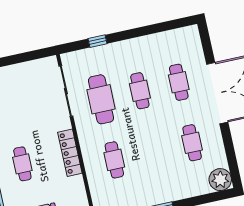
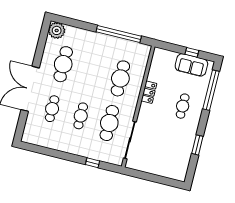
cafe table: (192, 143) -> (63, 64), width x1.37, depth x1.35
locker: (70, 153) -> (149, 92), width x0.66
cafe table: (114, 160) -> (120, 78), width x1.37, depth x1.35

